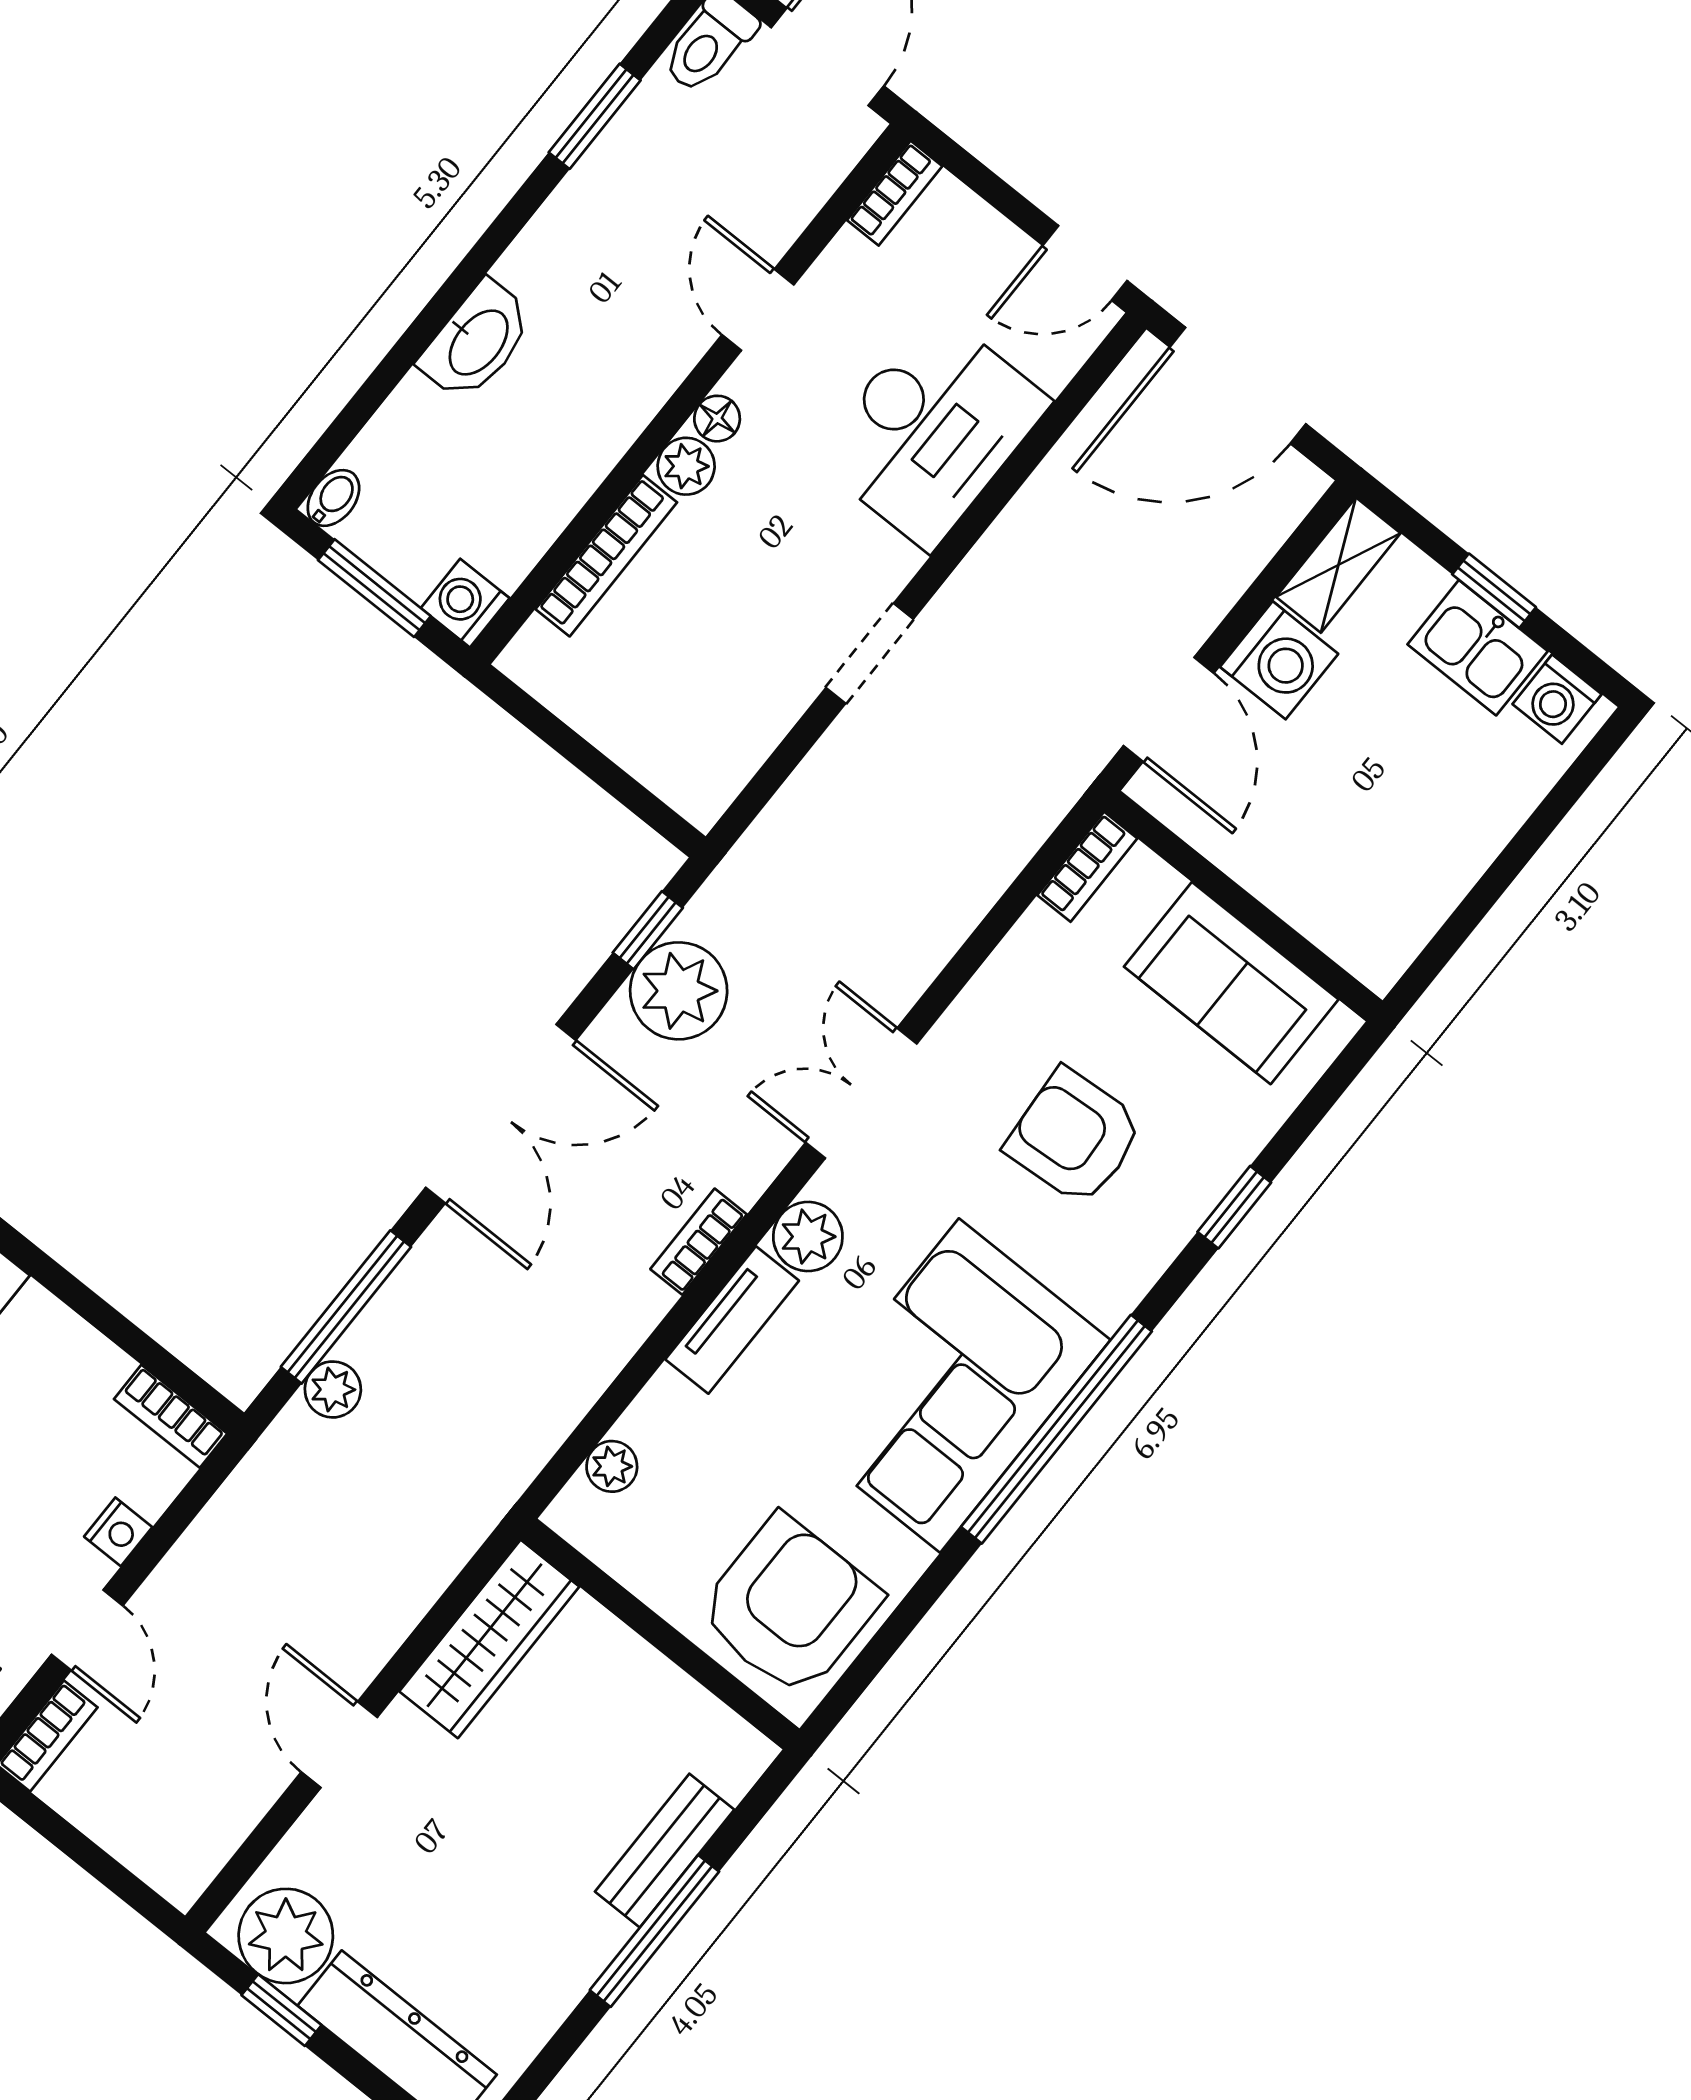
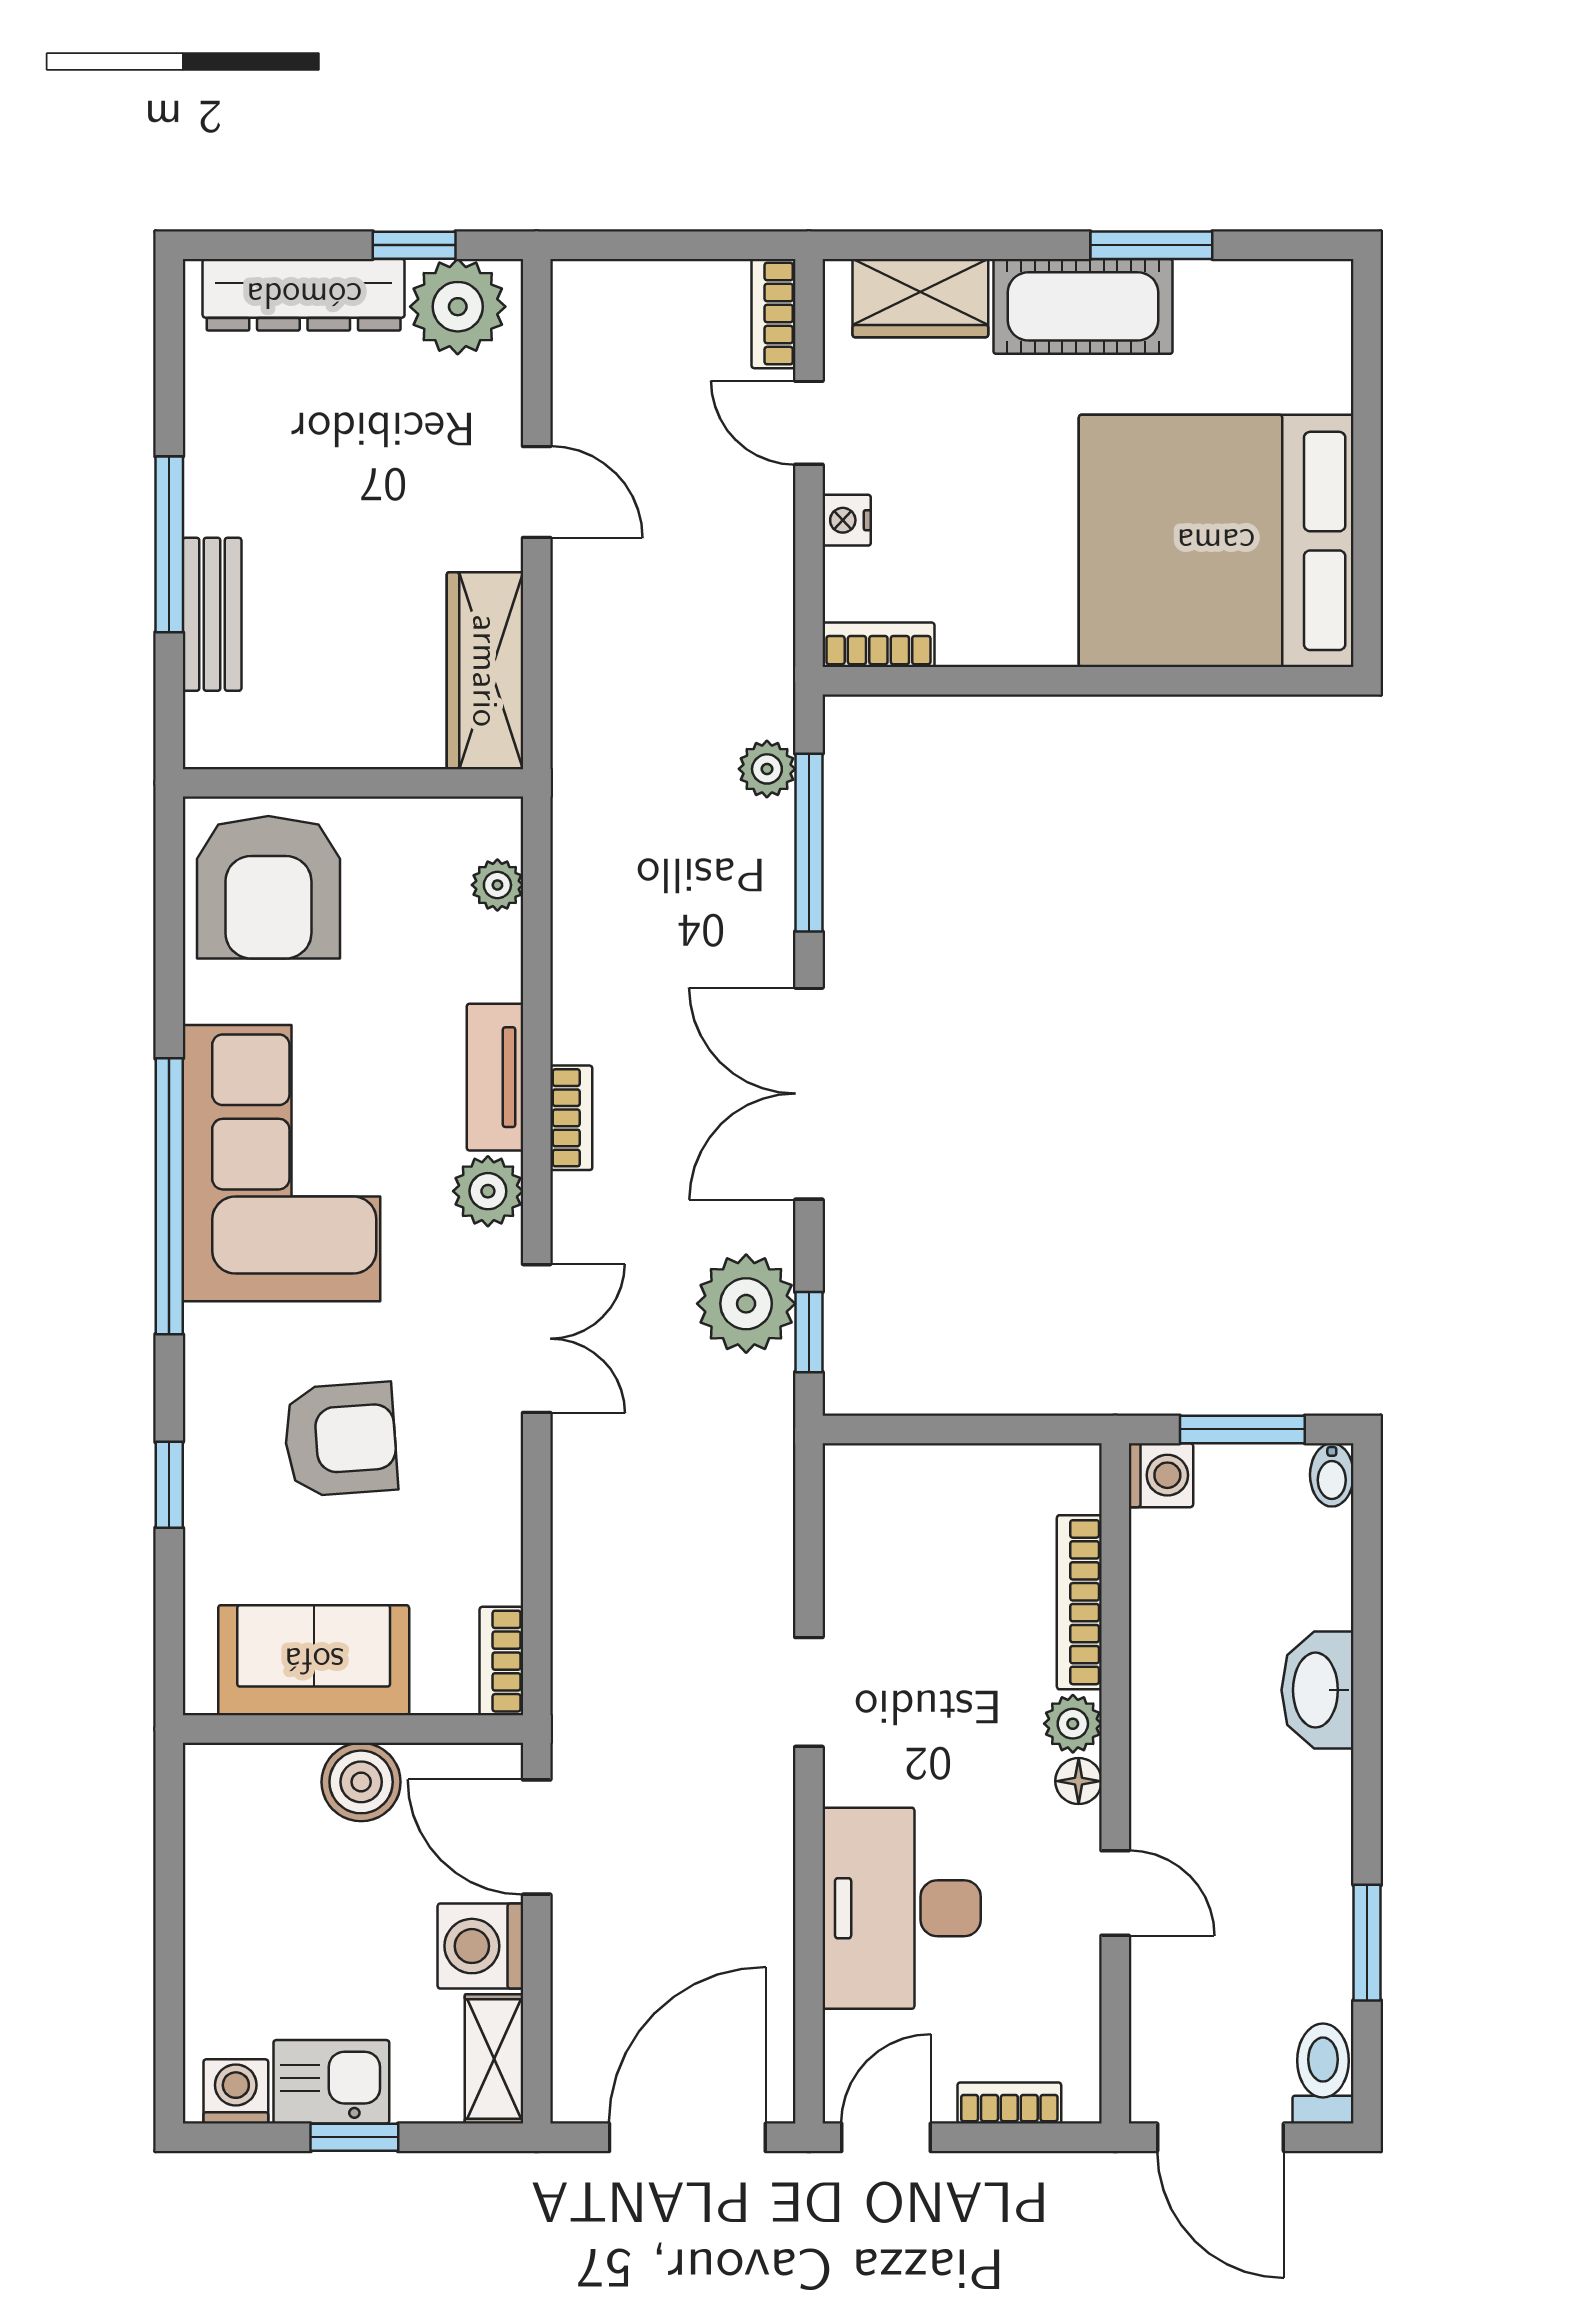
bookcase: (895, 193) -> (1009, 2103), moved, turned 90
boiler: (1270, 860) -> (361, 1782), added

